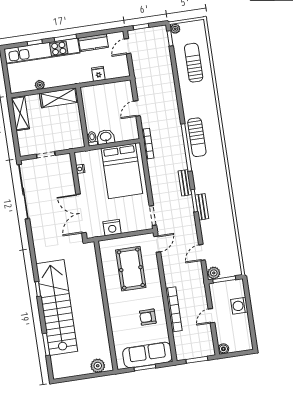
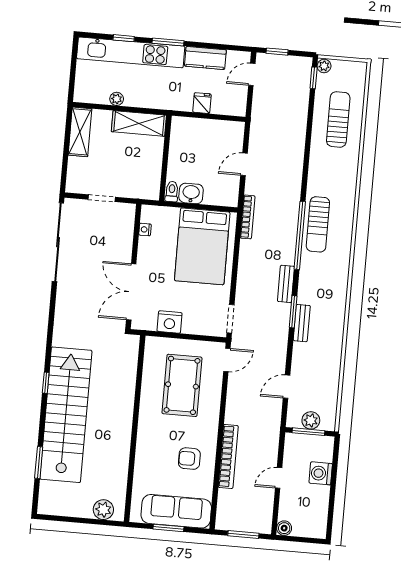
plant: (214, 273) -> (311, 420), moved

